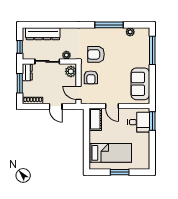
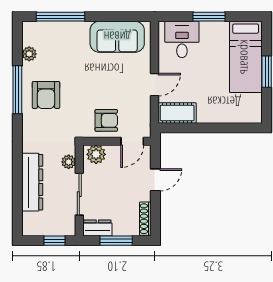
dresser: (43, 34) -> (32, 182), moved
armchair: (96, 54) -> (46, 95), moved
window: (152, 121) -> (209, 17), moved
bed: (110, 153) -> (246, 57), moved, turned 180

